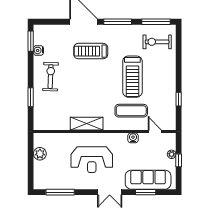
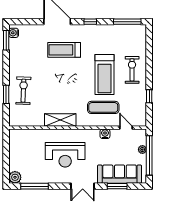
window: (118, 22) -> (90, 22), width x0.46
exercise bike: (157, 42) -> (132, 70), moved, turned 90
water cooler: (38, 50) -> (14, 33), moved
exercise bike: (51, 77) -> (23, 91), moved
plant: (40, 154) -> (15, 177), moved
window: (179, 160) -> (149, 155), width x3.17

